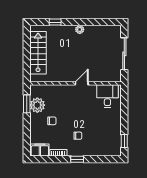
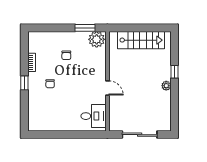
window: (55, 22) -> (174, 72), moved
plant: (37, 105) -> (97, 39), moved
window: (124, 141) -> (44, 135), removed
filing cabinet: (40, 150) -> (34, 42), removed

